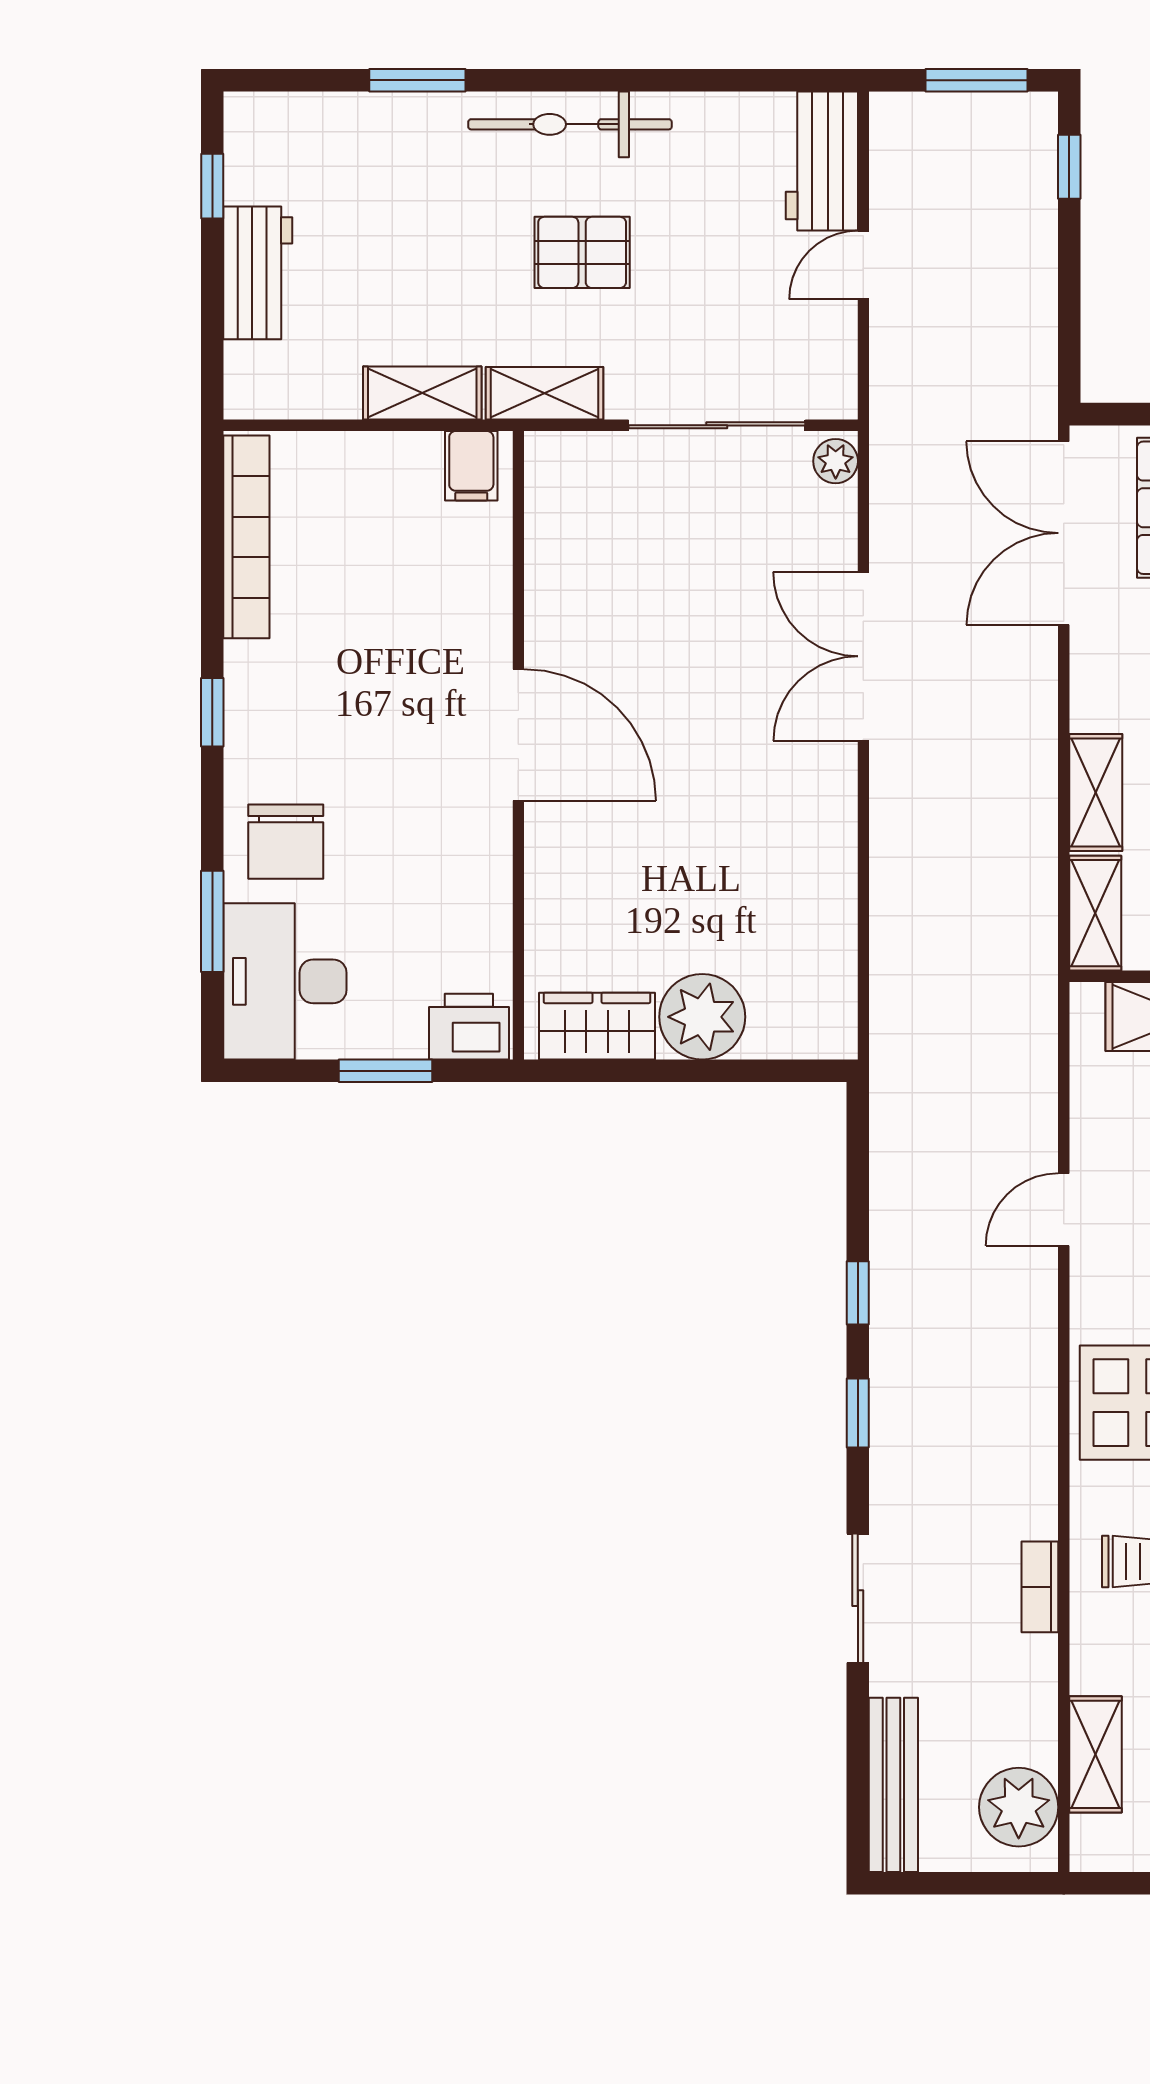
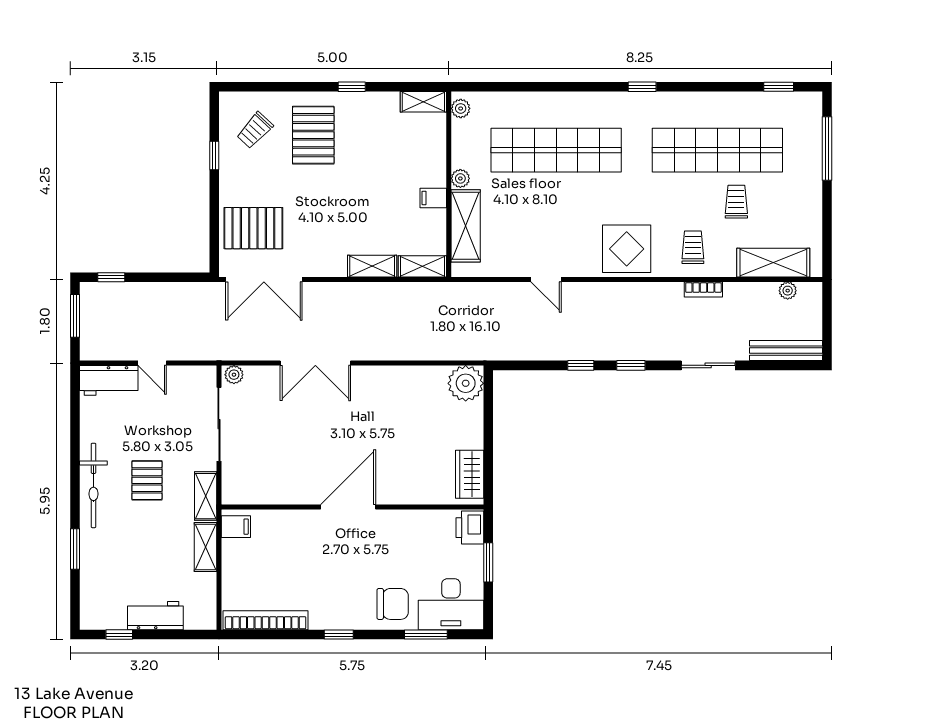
plant: (702, 1017) -> (466, 383), moved
shelving: (1095, 1754) -> (773, 263), width x1.50, depth x1.33
plant: (1019, 1807) -> (788, 291), width x0.53, depth x0.53

